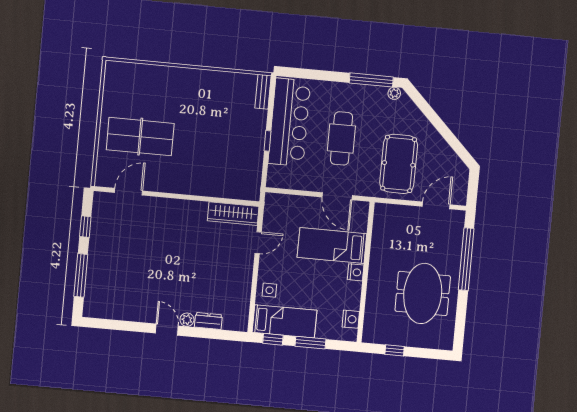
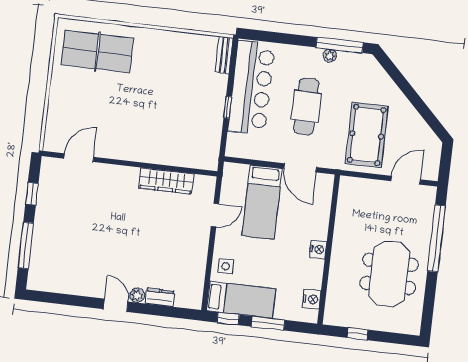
plant: (394, 93) -> (330, 56), moved
table tennis table: (140, 137) -> (97, 52), moved
wardrobe: (233, 214) -> (166, 181), moved
bed: (332, 245) -> (262, 202), moved, turned -90

